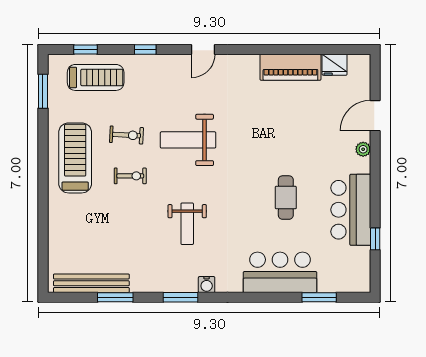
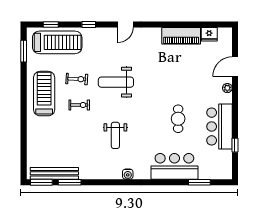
treadmill: (96, 77) -> (57, 42), width x1.37, depth x1.38
window: (181, 297) -> (41, 182), moved

